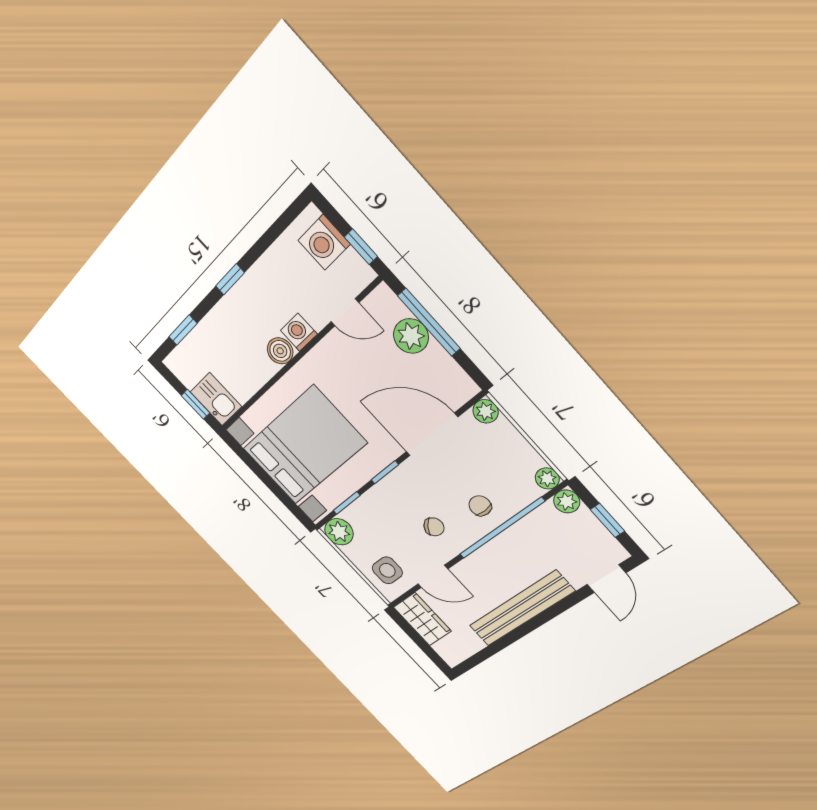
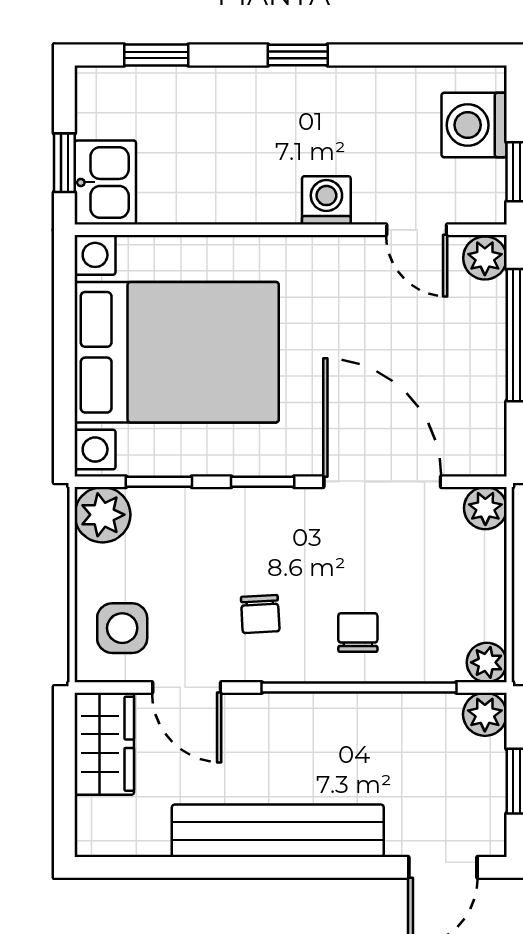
plant: (411, 336) -> (485, 258), moved, width x0.73, depth x0.73
boiler: (280, 351) -> (274, 201), removed
chair: (434, 527) -> (260, 614), turned 47

